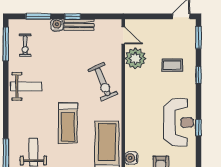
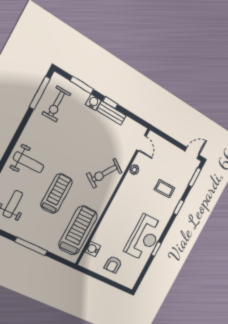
exercise bike: (25, 45) -> (56, 104), width x1.38, depth x1.39
plant: (135, 58) -> (134, 170), width x0.53, depth x0.53
exercise bike: (103, 82) -> (104, 173), turned 57
weight bench: (26, 86) -> (29, 162), moved
treadmill: (68, 123) -> (57, 194), turned 180

